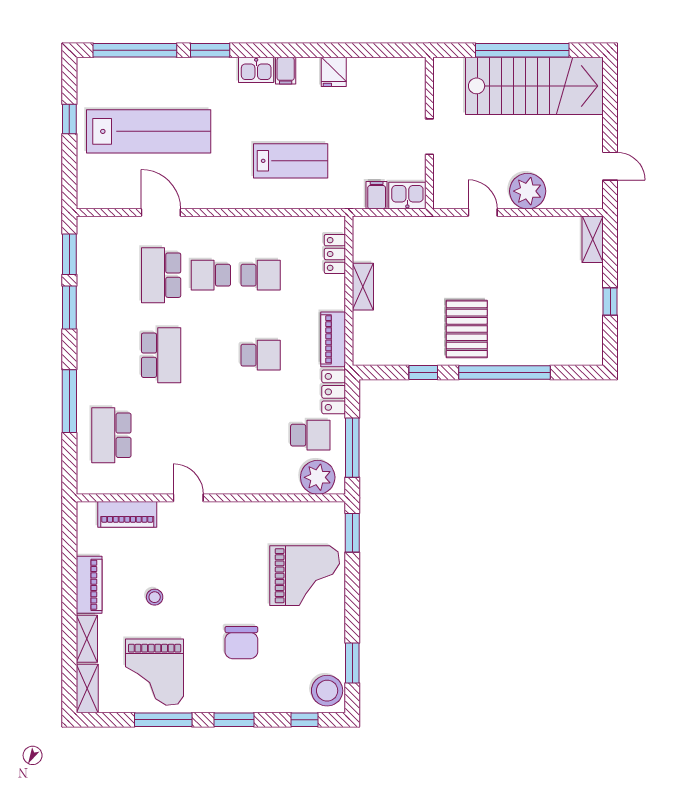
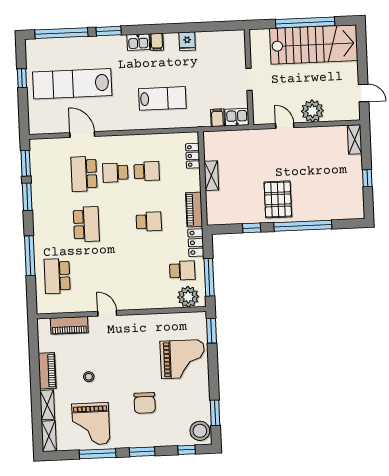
lab bench: (149, 131) -> (72, 84), turned 180

